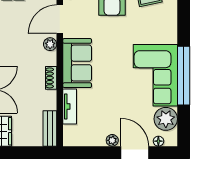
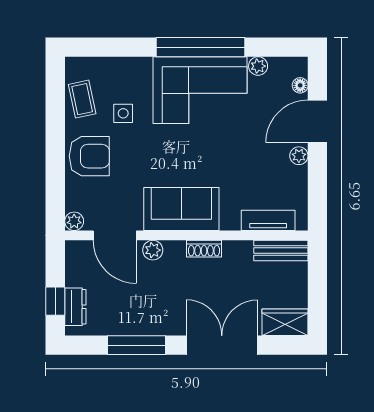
side table: (140, 25) -> (123, 113), added
tv unit: (70, 106) -> (268, 220), moved
plant: (166, 119) -> (258, 66), width x0.53, depth x0.53

